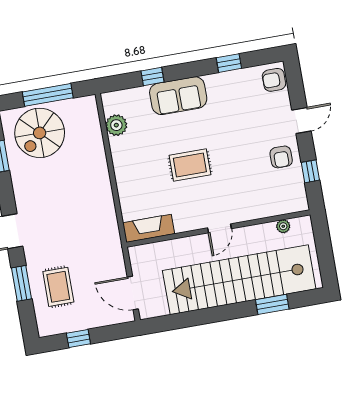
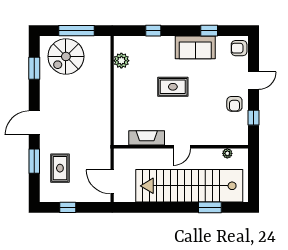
sofa: (178, 96) -> (195, 47), moved
rug: (190, 165) -> (173, 87), moved
fireplace: (149, 228) -> (147, 138), moved

